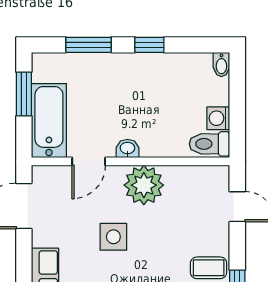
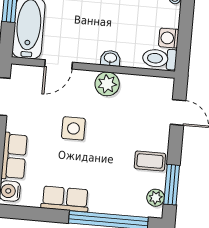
washbasin: (127, 149) -> (110, 58), moved
plant: (144, 185) -> (107, 84), width x0.73, depth x0.73

